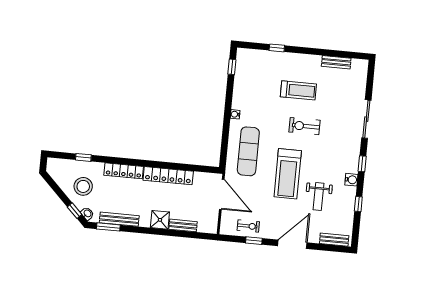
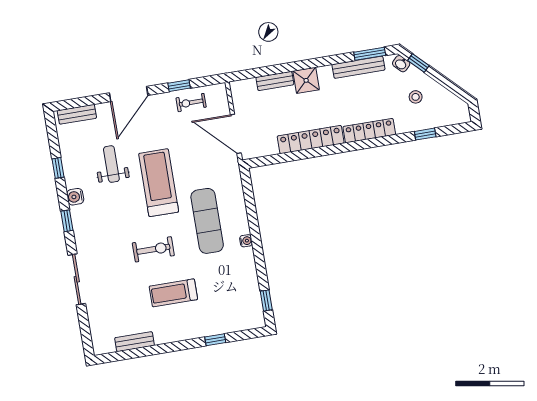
exercise mat: (248, 151) -> (207, 221), moved
stool: (83, 186) -> (416, 97), width x0.53, depth x0.53

